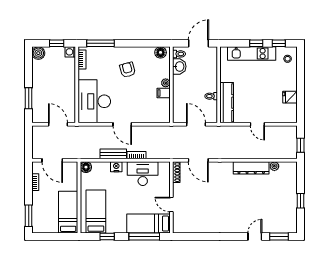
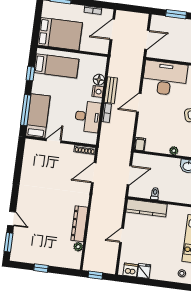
filing cabinet: (164, 93) -> (140, 144), moved
dishwasher: (291, 111) -> (130, 270), added
floor lamp: (86, 167) -> (99, 80), moved
bed: (68, 212) -> (60, 34), width x1.50

